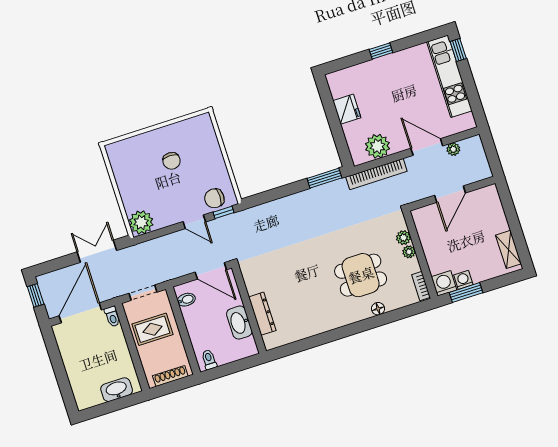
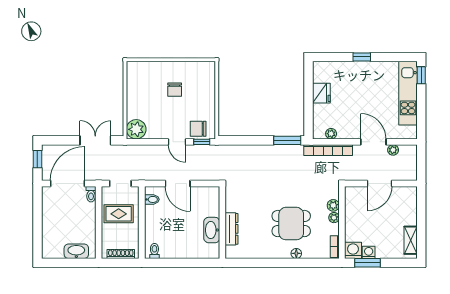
plant: (377, 146) -> (331, 134), width x0.53, depth x0.53
wall: (249, 310) -> (222, 222), moved
dresser: (262, 314) -> (232, 229), moved
washbasin: (239, 323) -> (212, 230), moved

